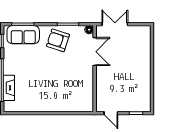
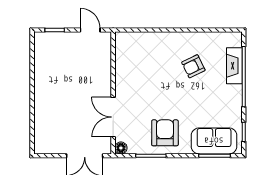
armchair: (58, 40) -> (165, 133), turned -108
armchair: (38, 87) -> (193, 66), added

